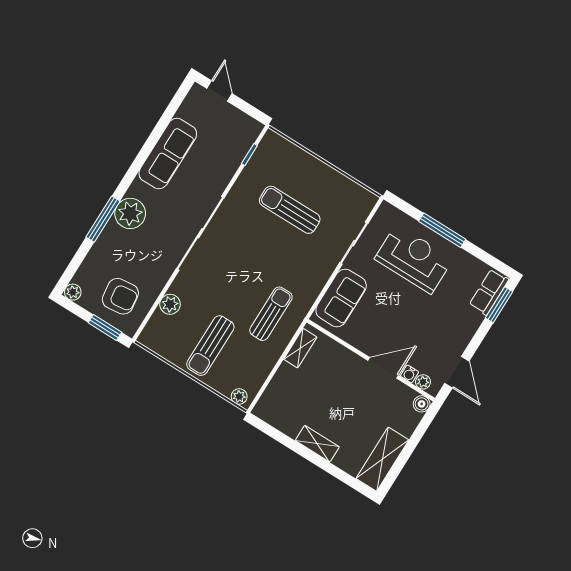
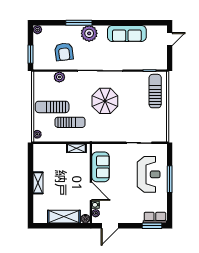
sun lounger: (290, 210) -> (155, 91), moved
parasol: (253, 256) -> (105, 101), added
armchair: (120, 296) -> (64, 52), moved
sofa: (341, 298) -> (101, 167), moved, turned -90
sun lounger: (271, 314) -> (70, 122), moved
shelving: (382, 459) -> (64, 217), moved

